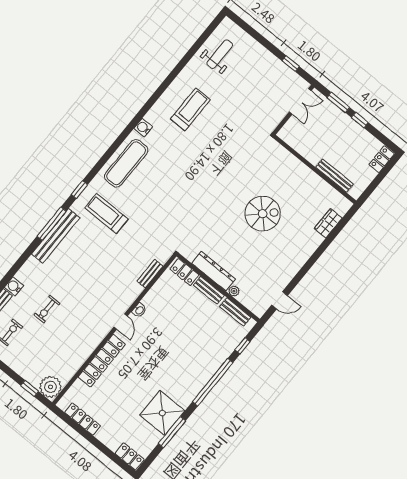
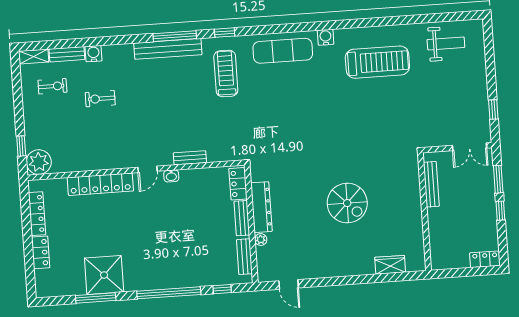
treadmill: (190, 109) -> (377, 62), width x1.37, depth x1.38
bench: (335, 176) -> (431, 184), moved
bench: (150, 274) -> (190, 158), moved
locker: (130, 456) -> (41, 252), moved

